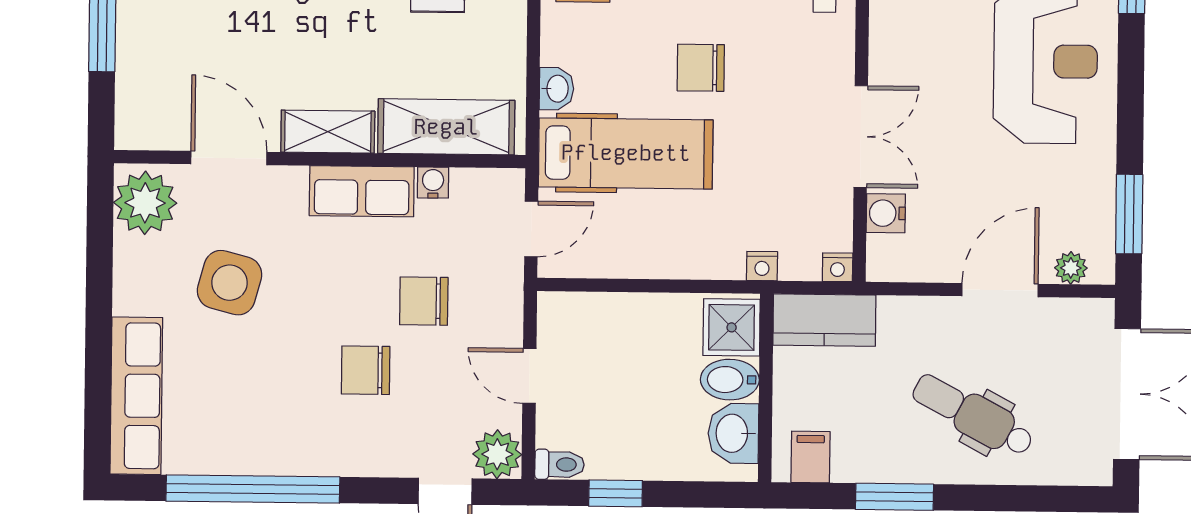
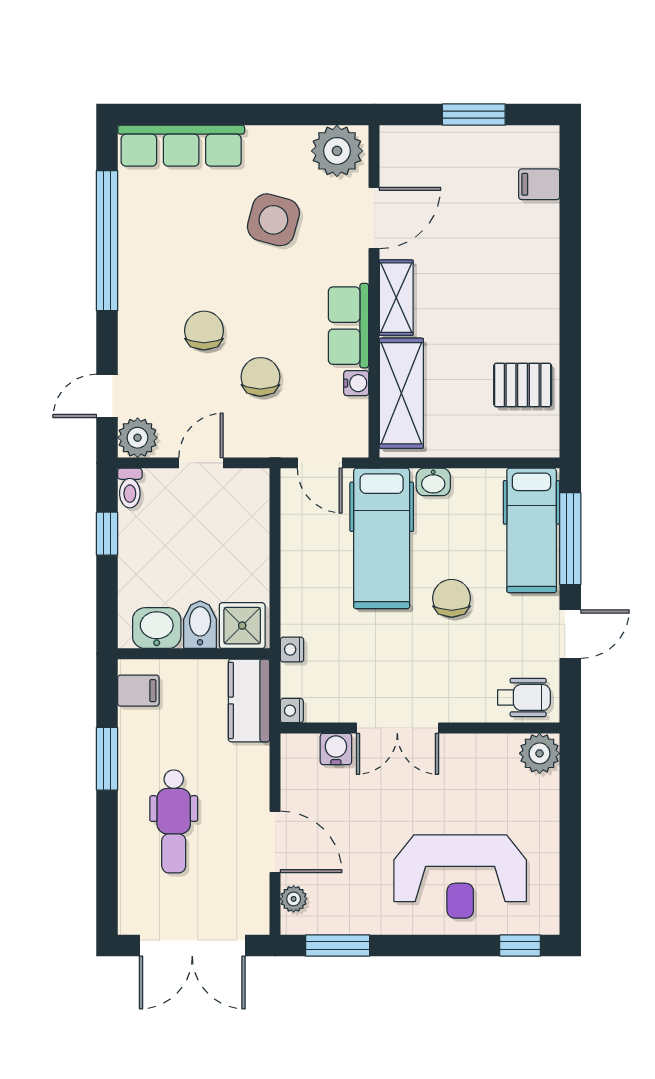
dental chair: (973, 415) -> (174, 821), turned 152

